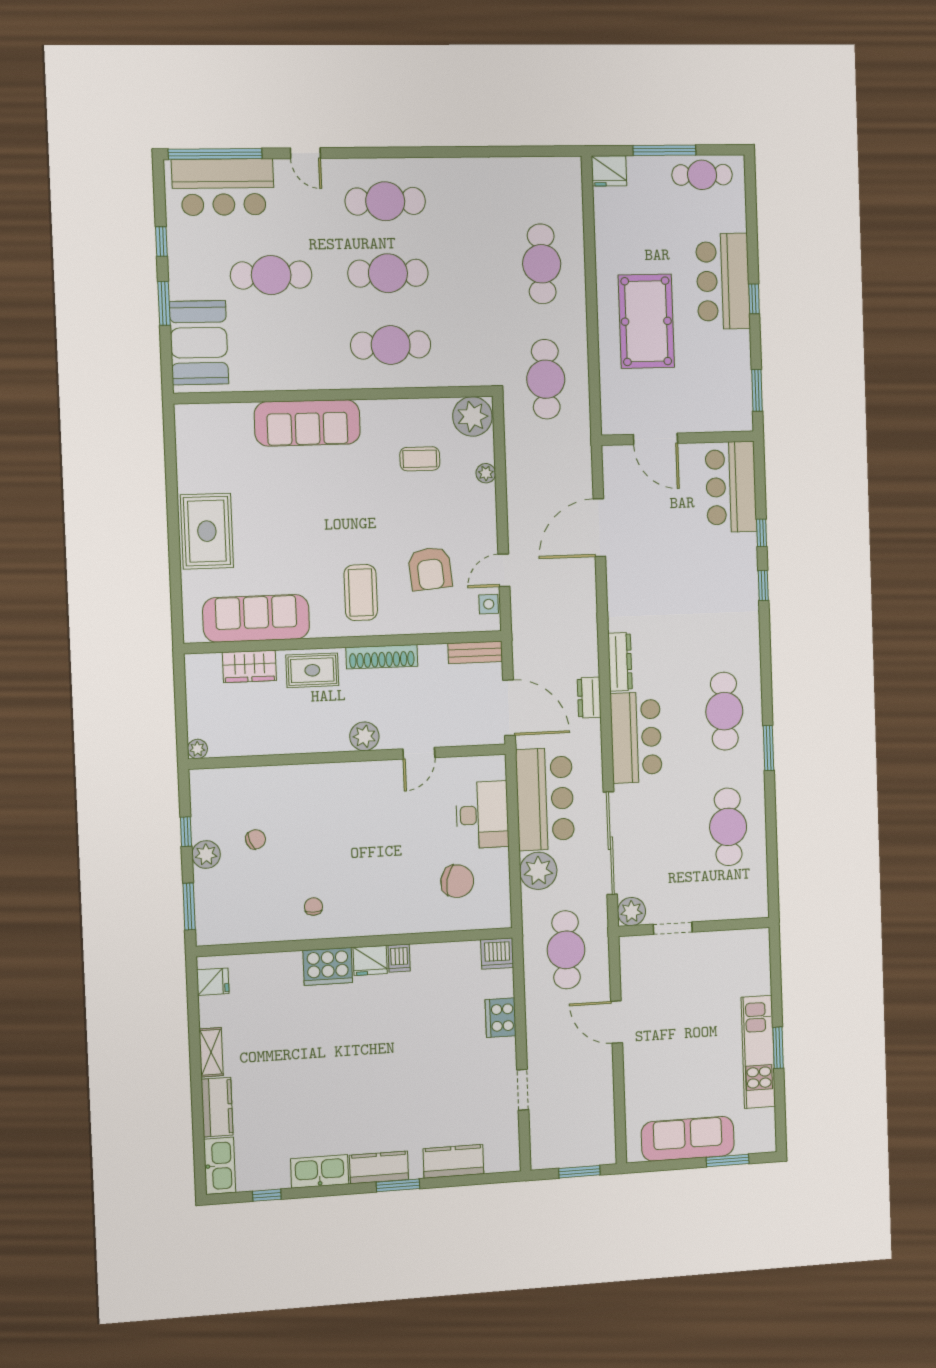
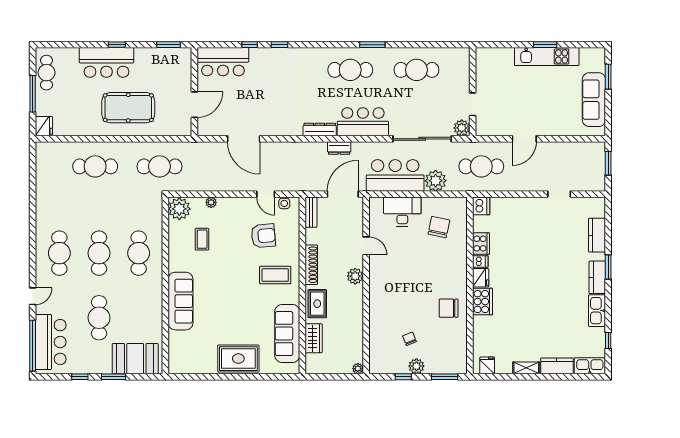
chair: (313, 907) -> (449, 308), width x1.87, depth x1.87
cooker: (501, 1018) -> (481, 244), moved, turned -90

